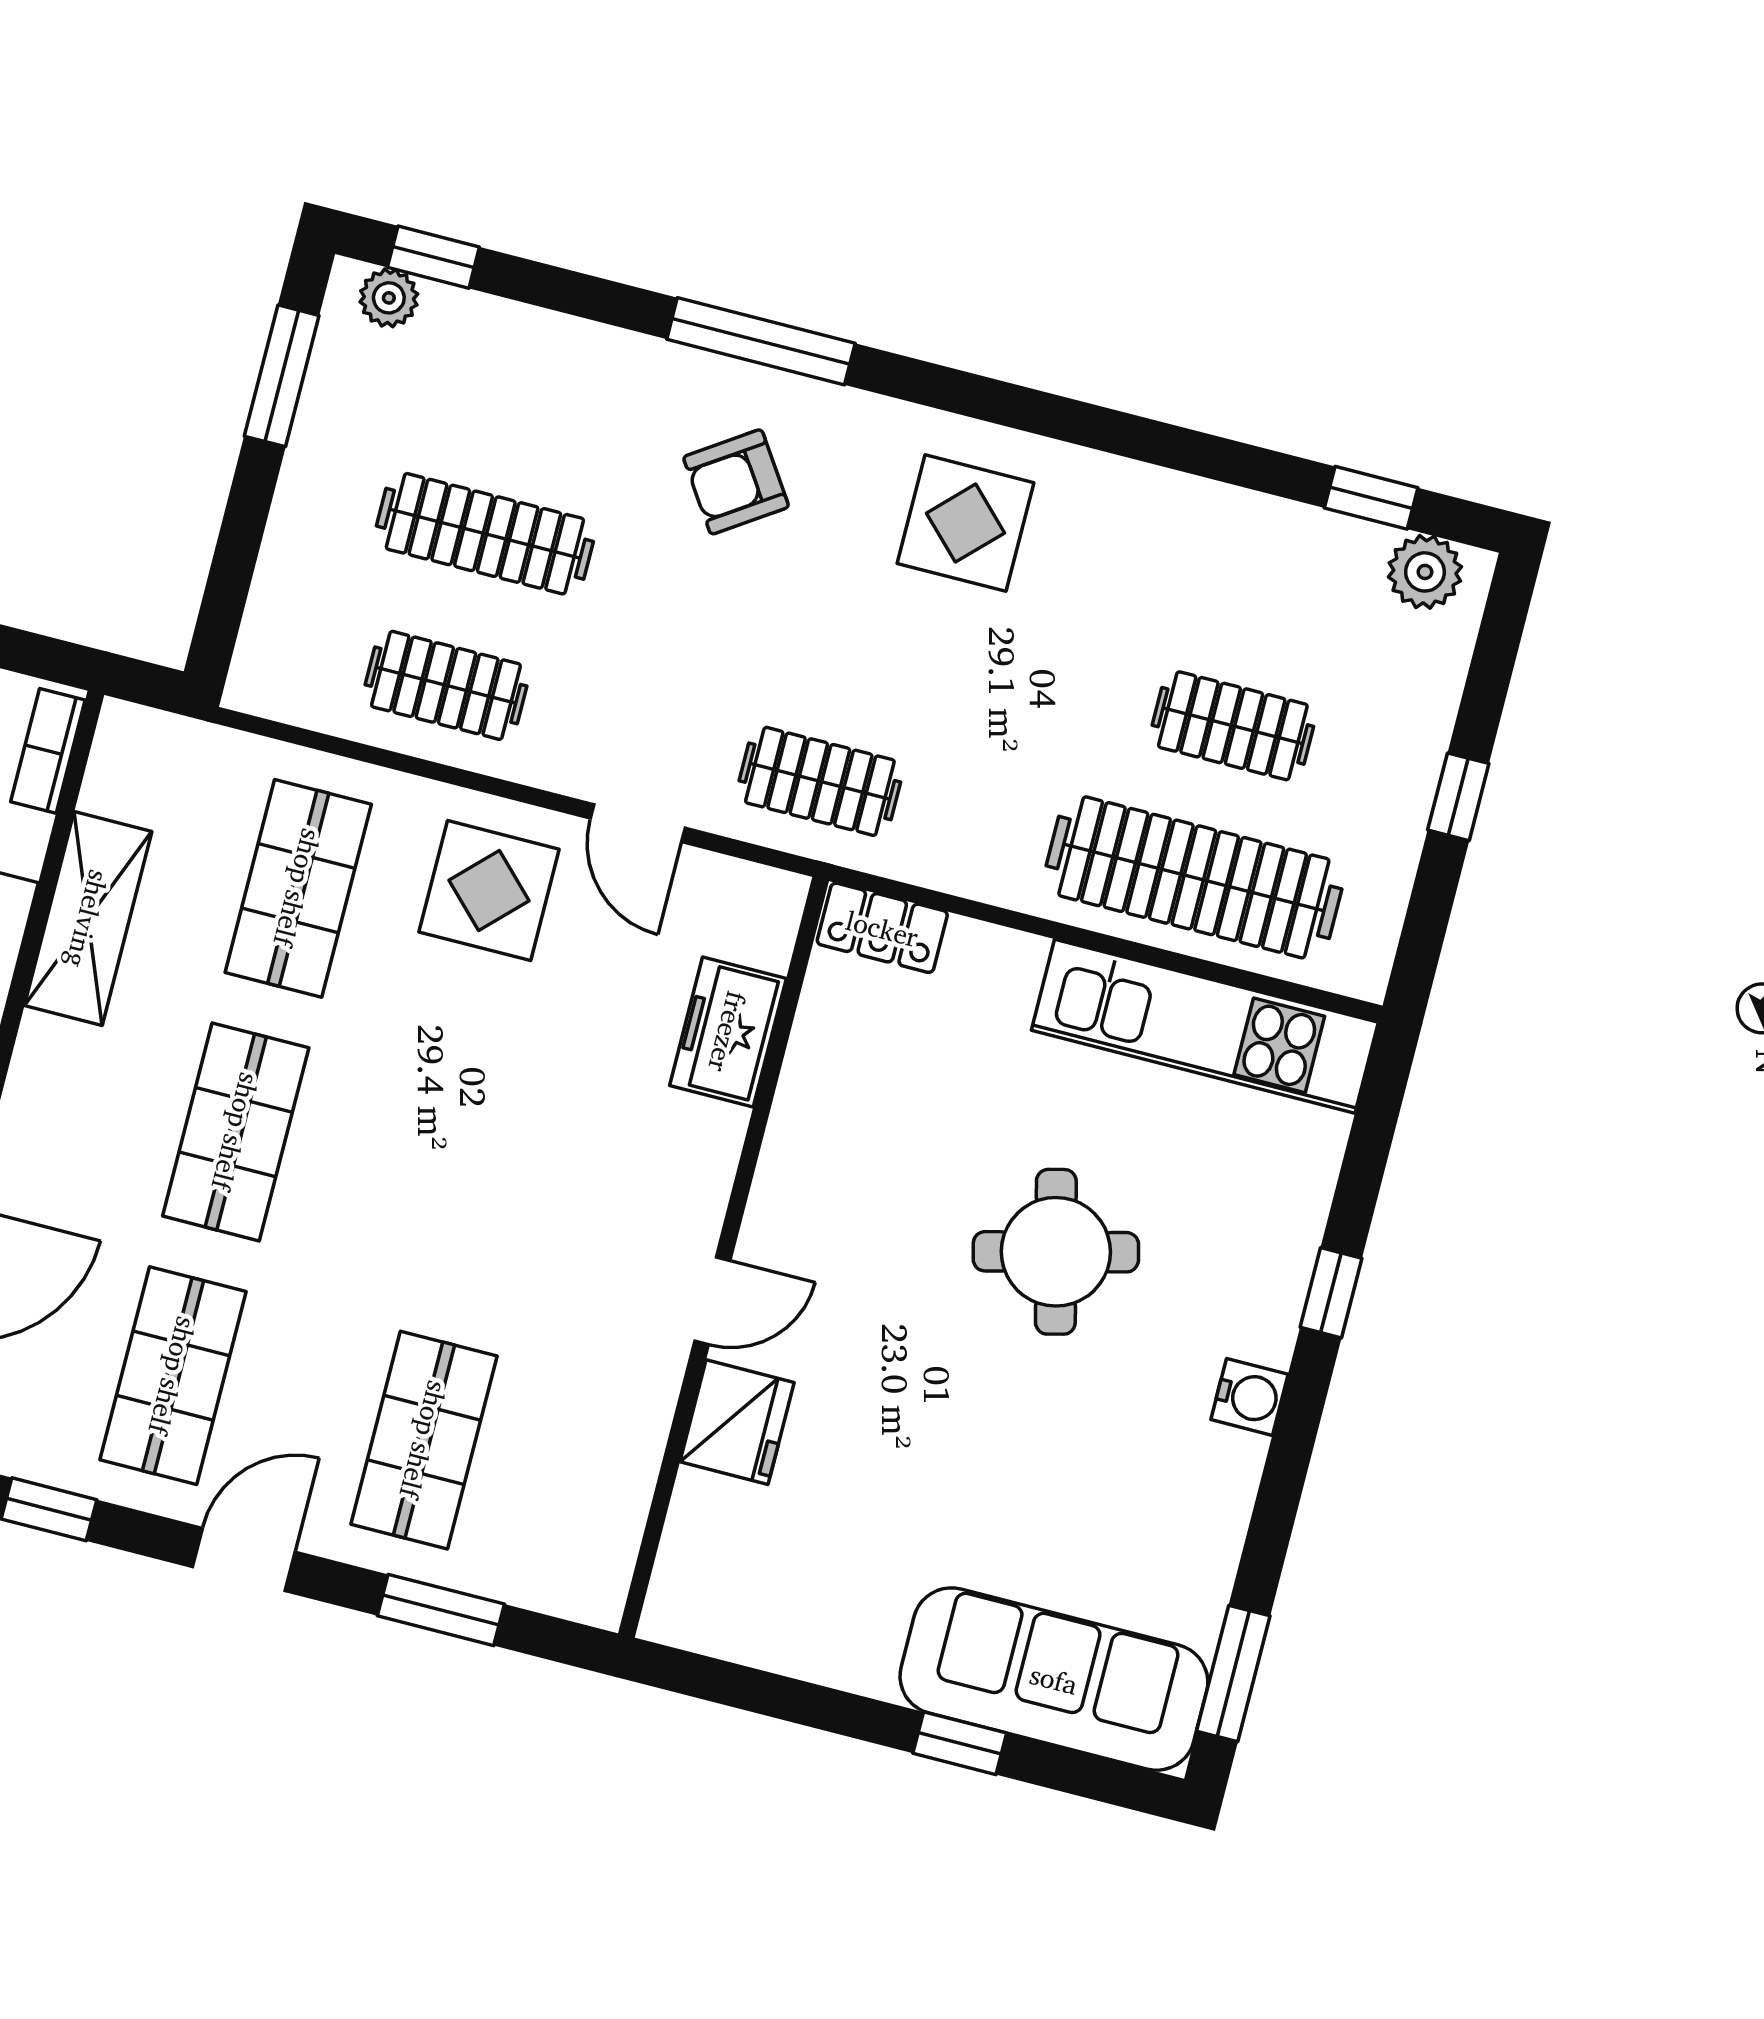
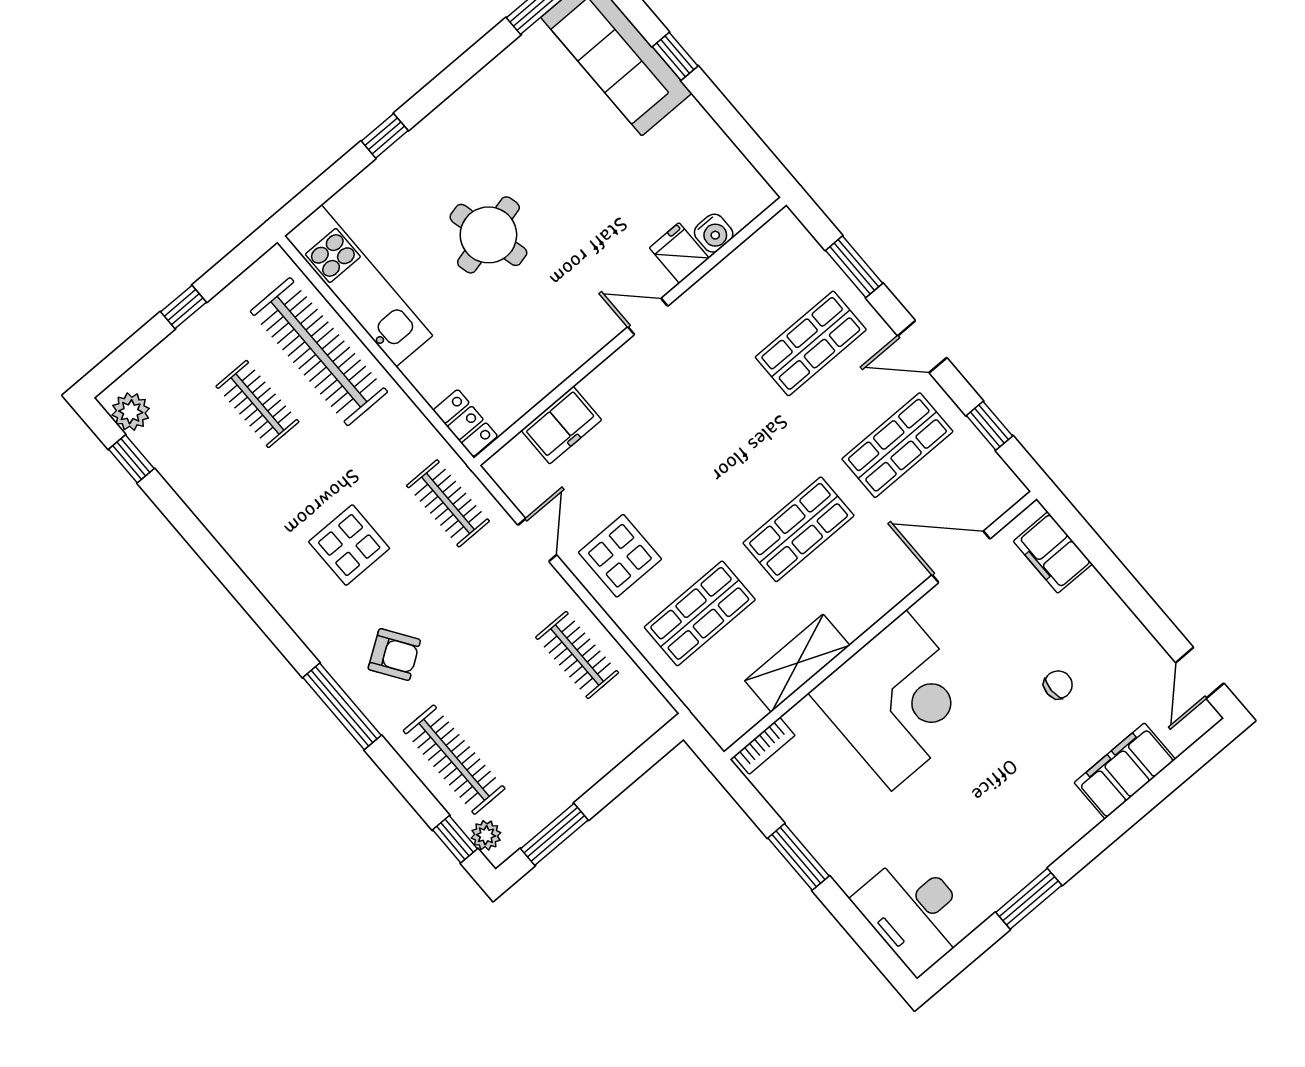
display table: (966, 523) -> (349, 545), moved
clothes rail: (485, 534) -> (454, 760), moved
water cooler: (1249, 1397) -> (714, 233), moved, turned 180
fridge: (737, 1422) -> (679, 253), width x0.72

